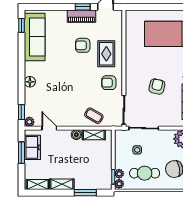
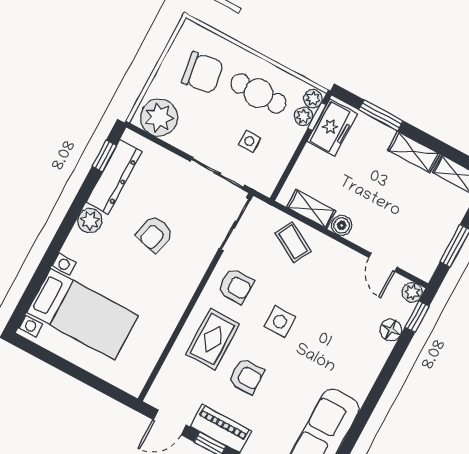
side table: (81, 78) -> (280, 322), added
floor lamp: (30, 82) -> (391, 330), moved
freezer: (32, 147) -> (332, 128), moved, turned 180

